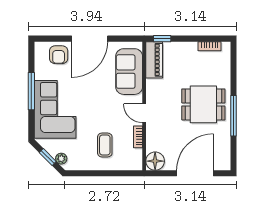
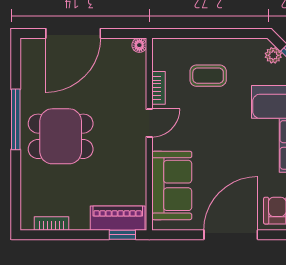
piano: (154, 60) -> (118, 218), moved, turned 90
door: (144, 113) -> (149, 123), hinge flipped
coffee table: (105, 145) -> (208, 76), turned 90
floor lamp: (155, 161) -> (139, 45), width x0.53, depth x0.53

